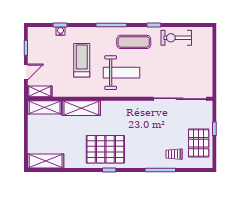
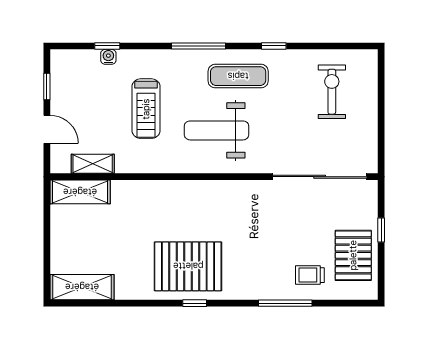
exercise bike: (176, 38) -> (332, 92), moved, turned 90
treadmill: (82, 60) -> (146, 109), turned 180
door: (26, 72) -> (47, 129), hinge flipped
weight bench: (122, 73) -> (217, 130), turned 180
shelving: (40, 91) -> (93, 164), moved
shelving: (81, 108) -> (145, 193), removed

